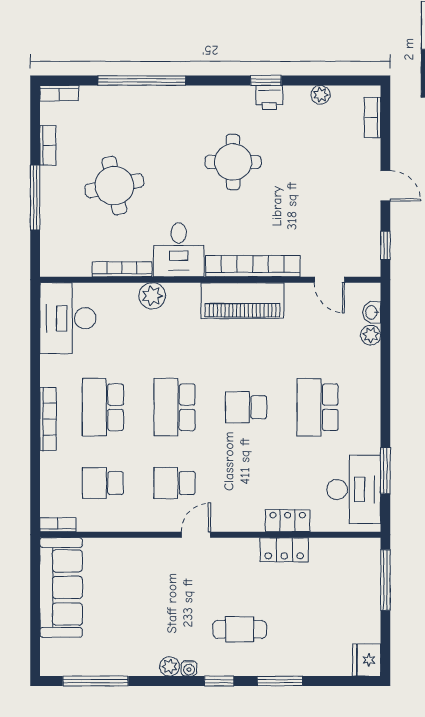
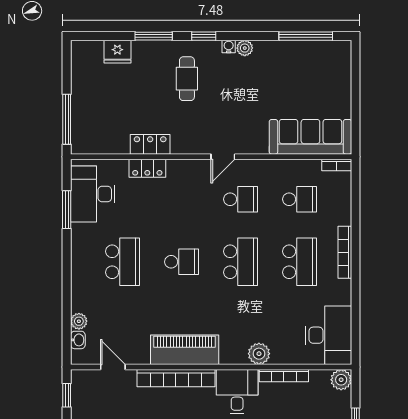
plant: (53, 264) -> (341, 380), added
sofa: (61, 587) -> (310, 137), moved, turned 90
cafe table: (240, 629) -> (187, 79), turned 90
fridge: (367, 660) -> (117, 52), moved, turned 90

